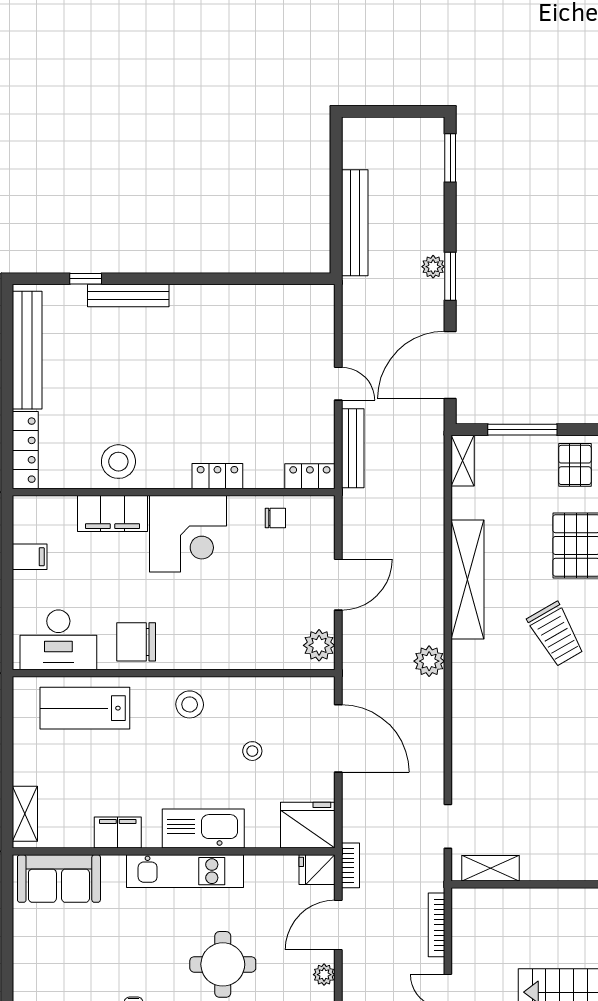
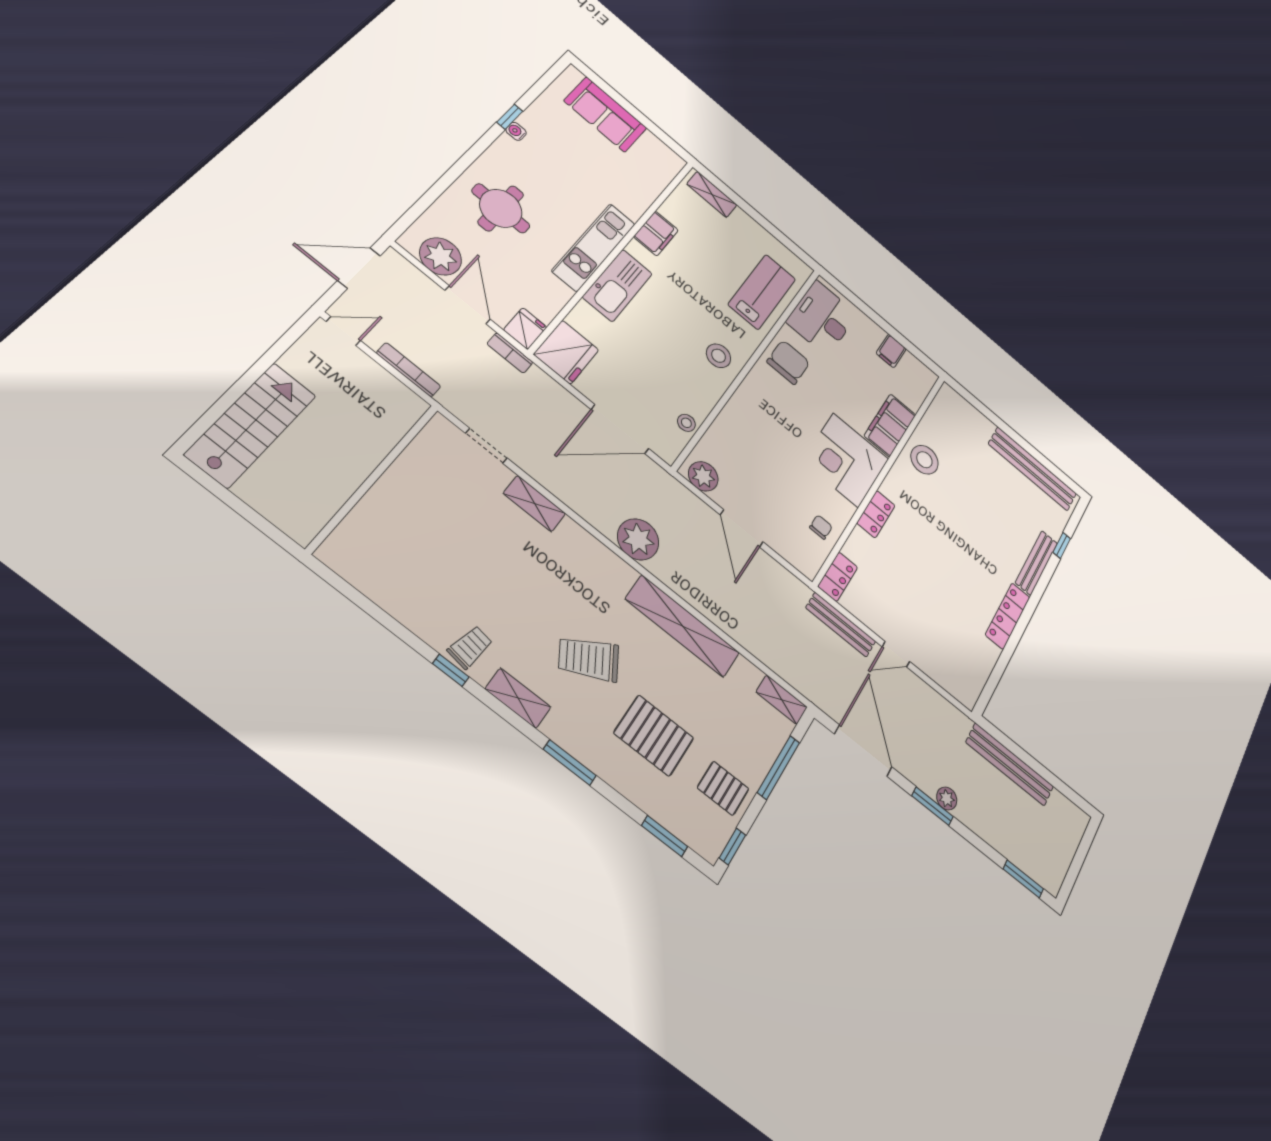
locker: (25, 450) -> (1008, 616), moved, turned 90
chair: (275, 518) -> (821, 527), turned 180
plant: (429, 661) -> (638, 539), width x1.36, depth x1.36
stool: (252, 751) -> (686, 423), moved
shelving: (490, 868) -> (534, 503), moved, turned 90
sofa: (59, 879) -> (606, 114), moved, turned -90
plant: (324, 975) -> (441, 256), width x1.88, depth x1.88

